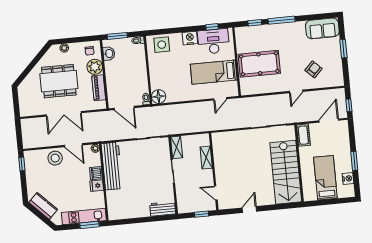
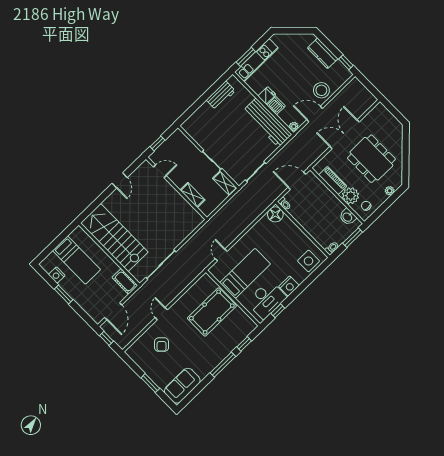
dining table: (59, 81) -> (371, 159), turned 90
kitchen counter: (43, 206) -> (323, 53), moved, turned 45
workbench: (163, 209) -> (221, 95), moved

